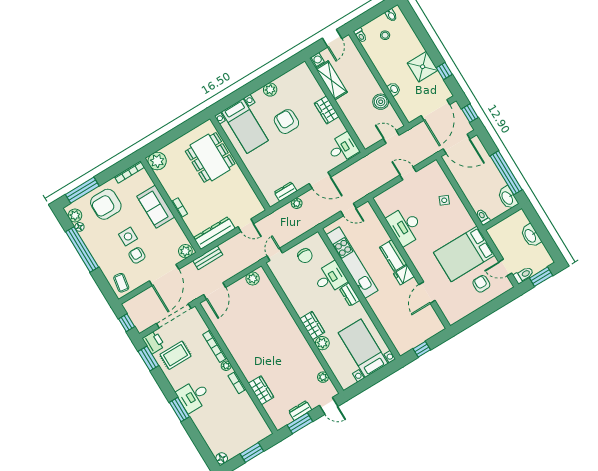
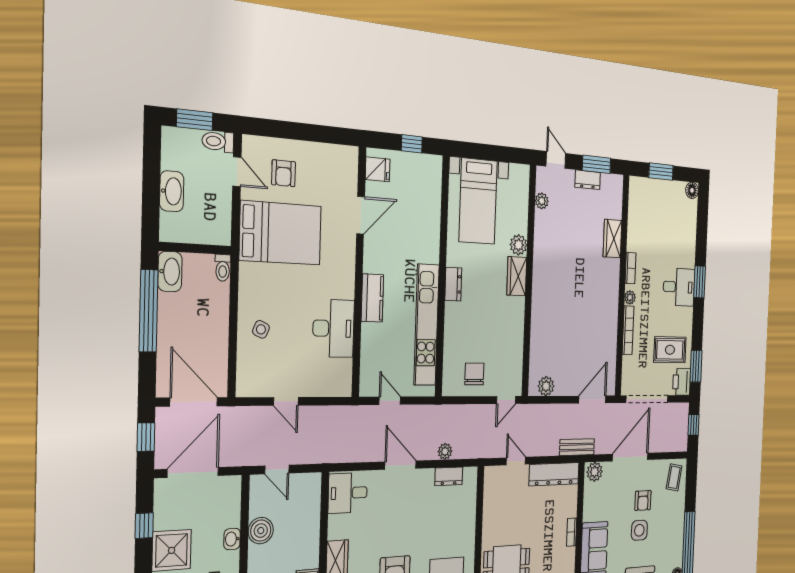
fridge: (404, 275) -> (378, 169), moved
desk: (330, 278) -> (463, 323), removed

